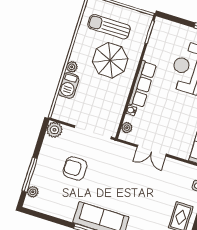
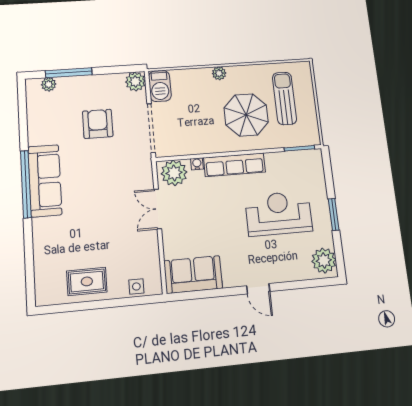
barbecue: (69, 86) -> (160, 86), moved, turned -90
plant: (127, 128) -> (174, 173), width x1.87, depth x1.87

